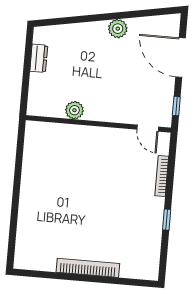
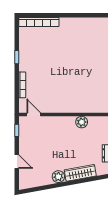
wardrobe: (83, 32) -> (80, 173), added
door: (180, 57) -> (17, 162), width x0.53
bookcase: (88, 268) -> (39, 22), moved

